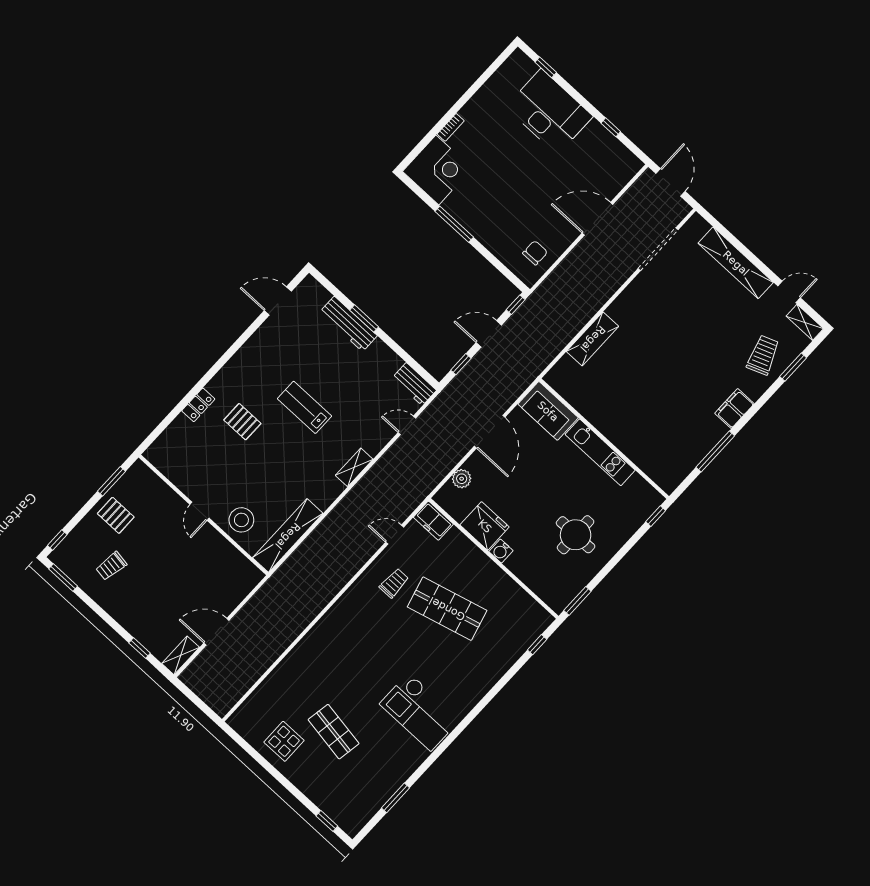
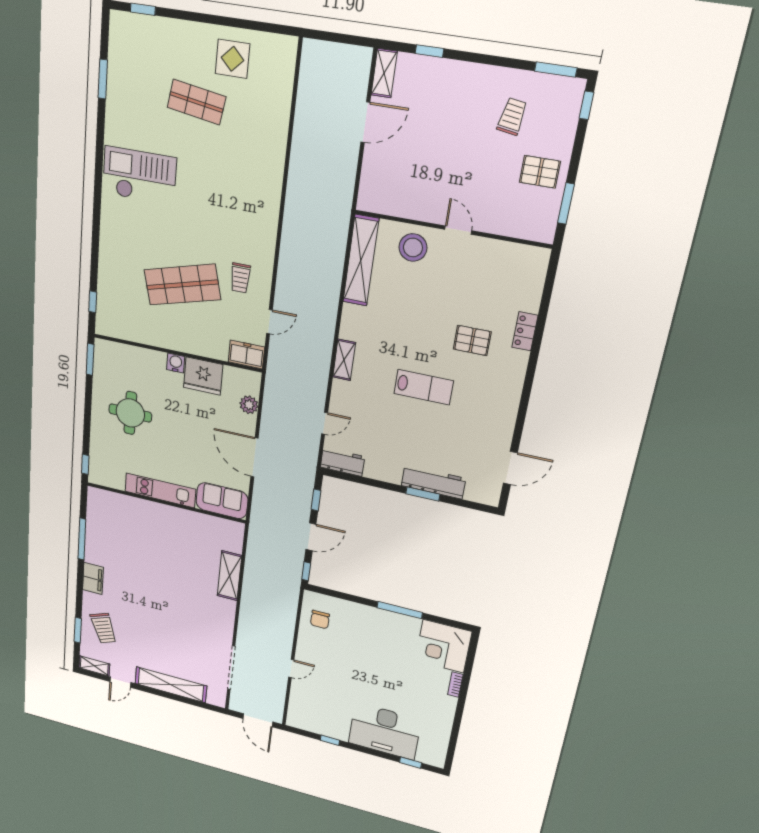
door: (597, 219) -> (291, 668), width x0.53

